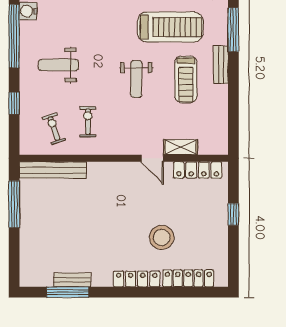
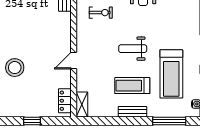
bench: (221, 65) -> (133, 112), moved
shelving: (181, 147) -> (82, 104), moved
locker: (198, 170) -> (65, 101), width x0.66

